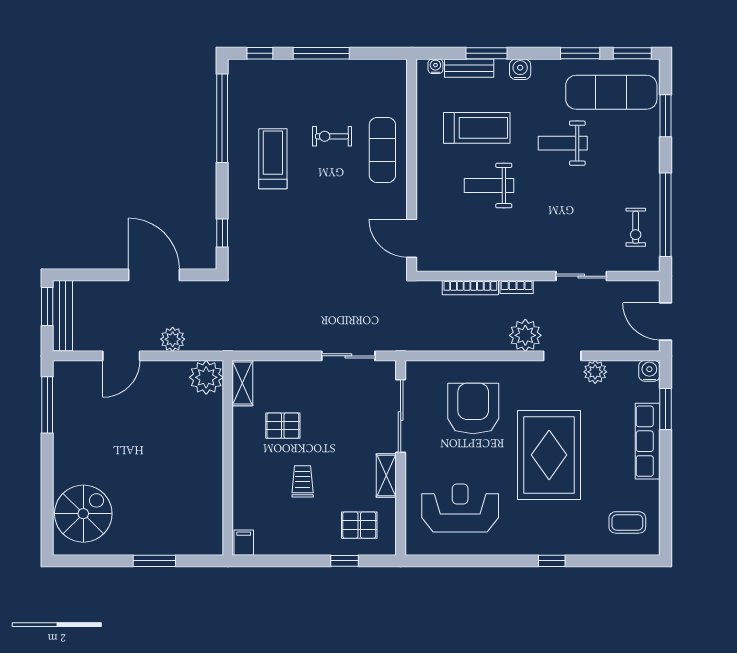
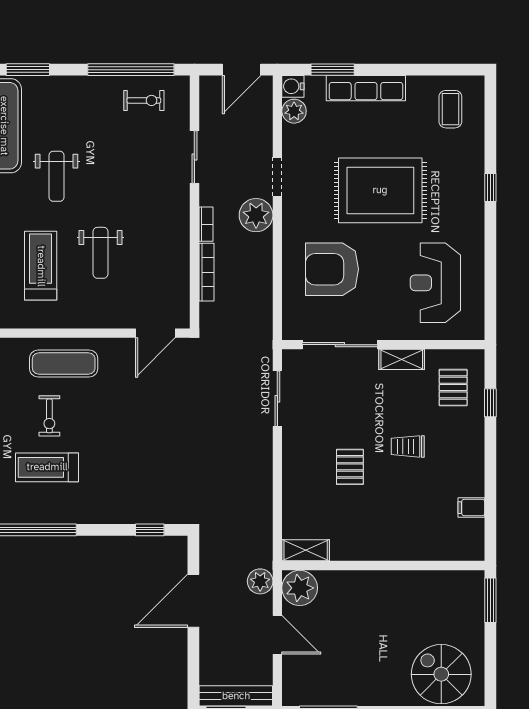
treadmill: (273, 159) -> (47, 467), moved
plant: (595, 372) -> (294, 111), moved
plant: (206, 377) -> (300, 588), moved
shelving: (242, 383) -> (306, 550), moved
wall: (228, 458) -> (383, 566), moved

